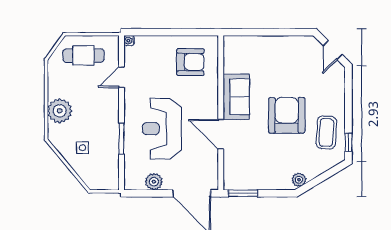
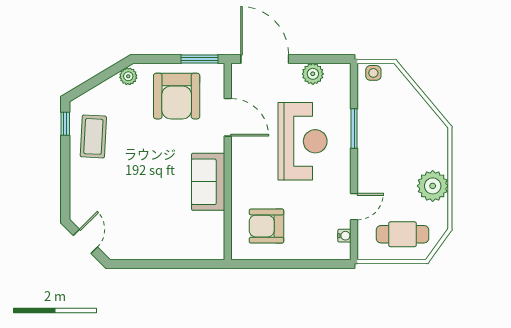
water cooler: (129, 41) -> (344, 236), moved
plant: (60, 111) -> (433, 186), moved
armchair: (287, 115) -> (177, 96), moved
door: (221, 134) -> (228, 117), moved
side table: (82, 148) -> (373, 73), moved

